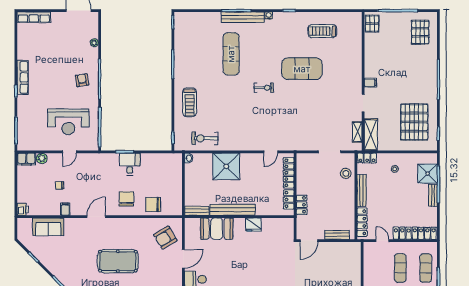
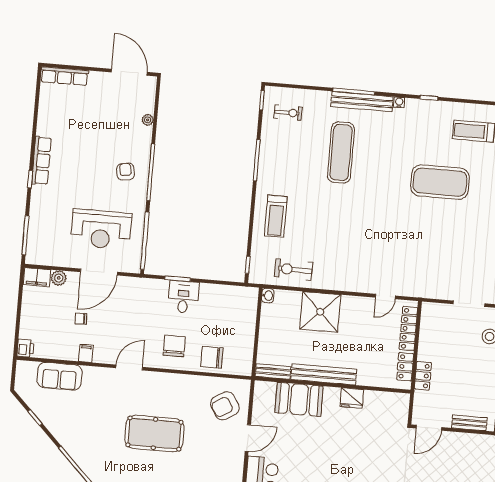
exercise bike: (264, 88) -> (288, 113), moved
door: (69, 152) -> (99, 272), width x1.88

